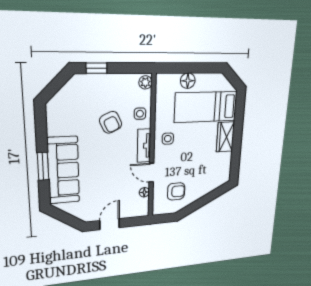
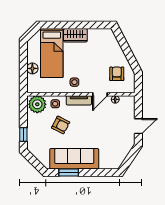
plant: (145, 82) -> (37, 104), width x1.88, depth x1.88
armchair: (111, 122) -> (61, 125), turned 52
window: (43, 166) -> (69, 172), moved
sofa: (64, 170) -> (74, 159), moved
door: (110, 224) -> (138, 126), swing flipped

